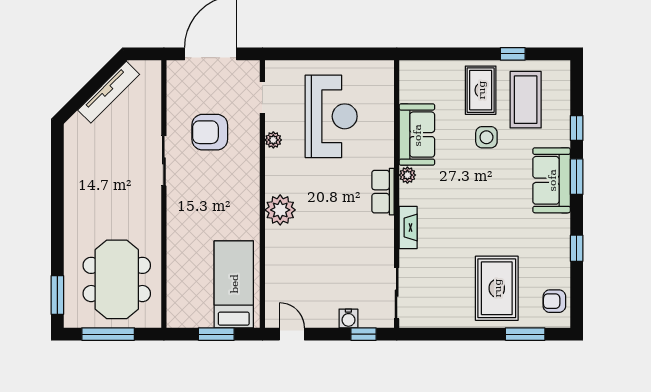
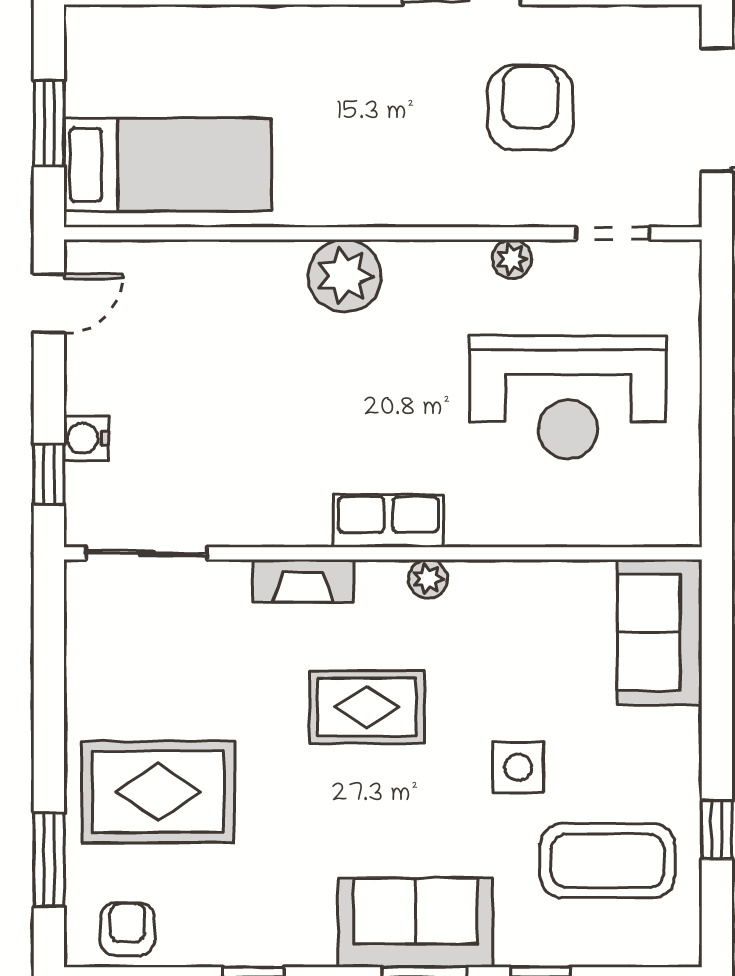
rug: (481, 90) -> (367, 707), moved
sofa: (417, 135) -> (660, 632), moved, turned 90

